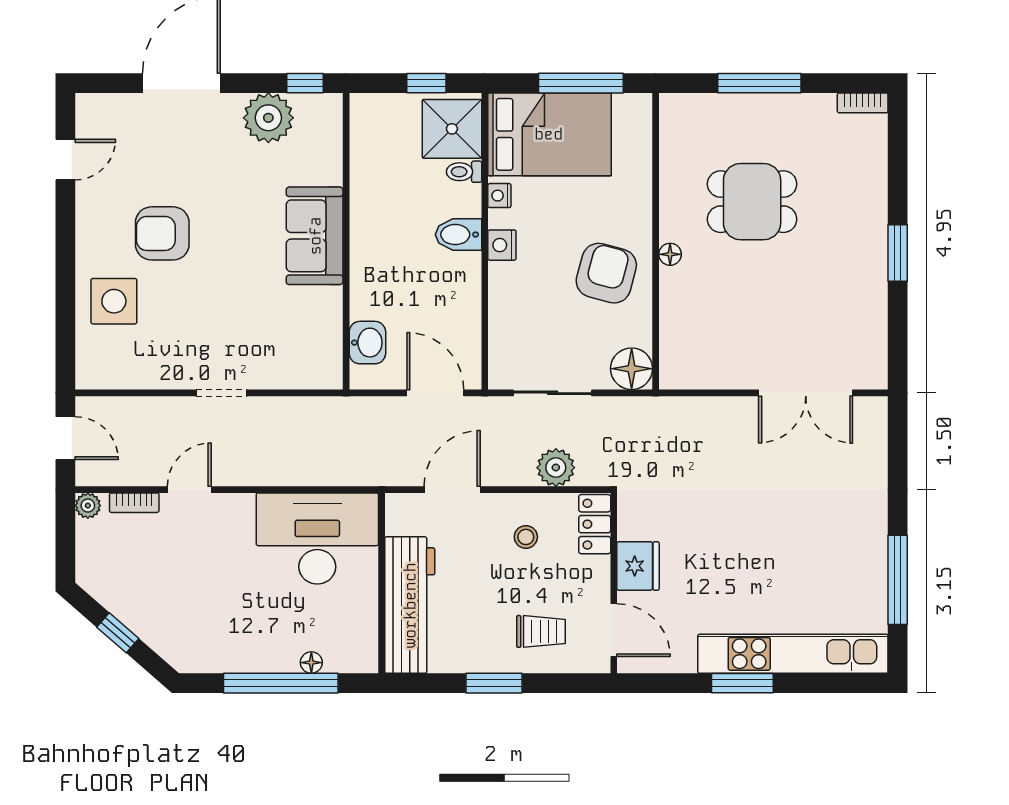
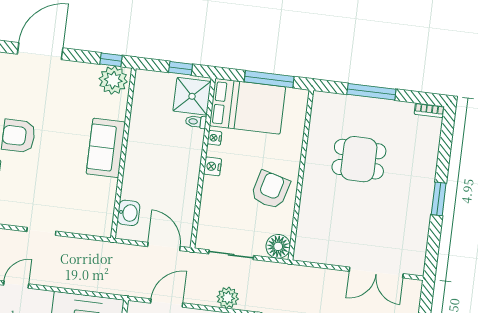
plant: (268, 118) -> (113, 80), moved
bidet: (458, 235) -> (188, 157), removed
floor lamp: (670, 254) -> (308, 184), removed

